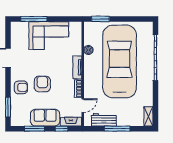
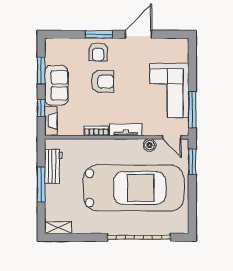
window: (34, 19) -> (192, 110), moved
door: (83, 106) -> (172, 137), moved
window: (8, 107) -> (99, 34), moved

